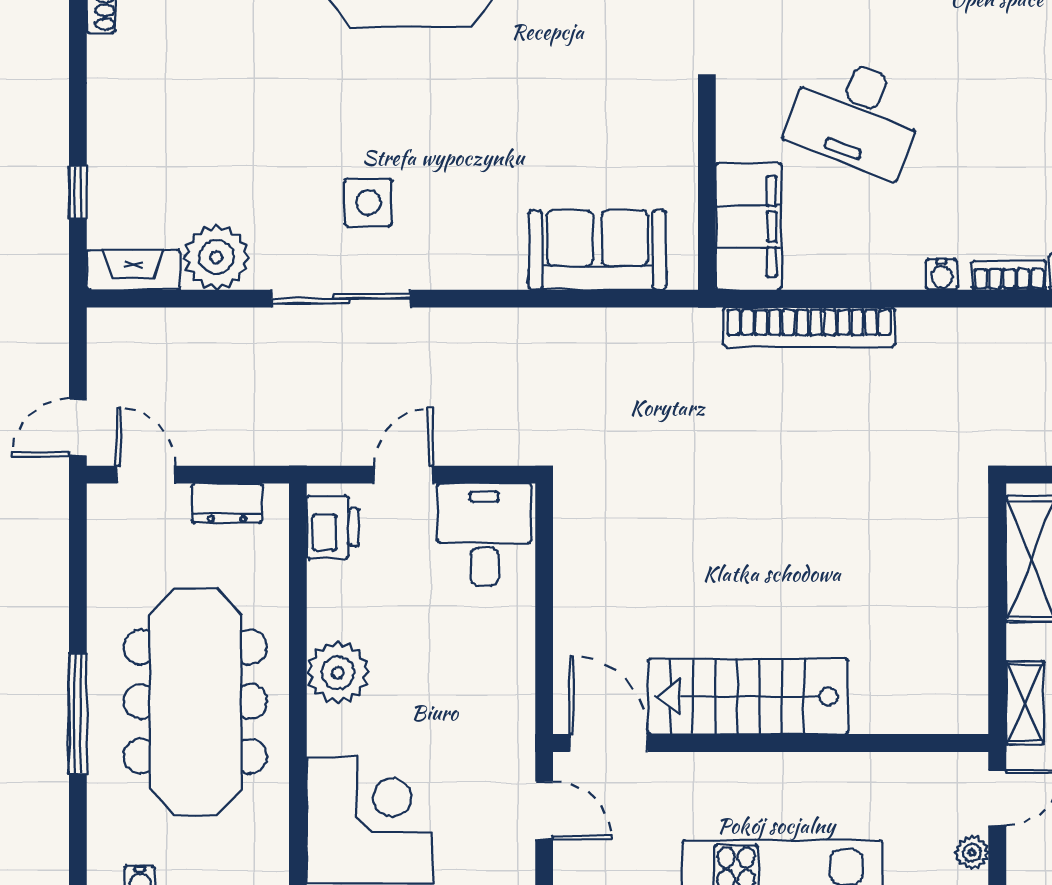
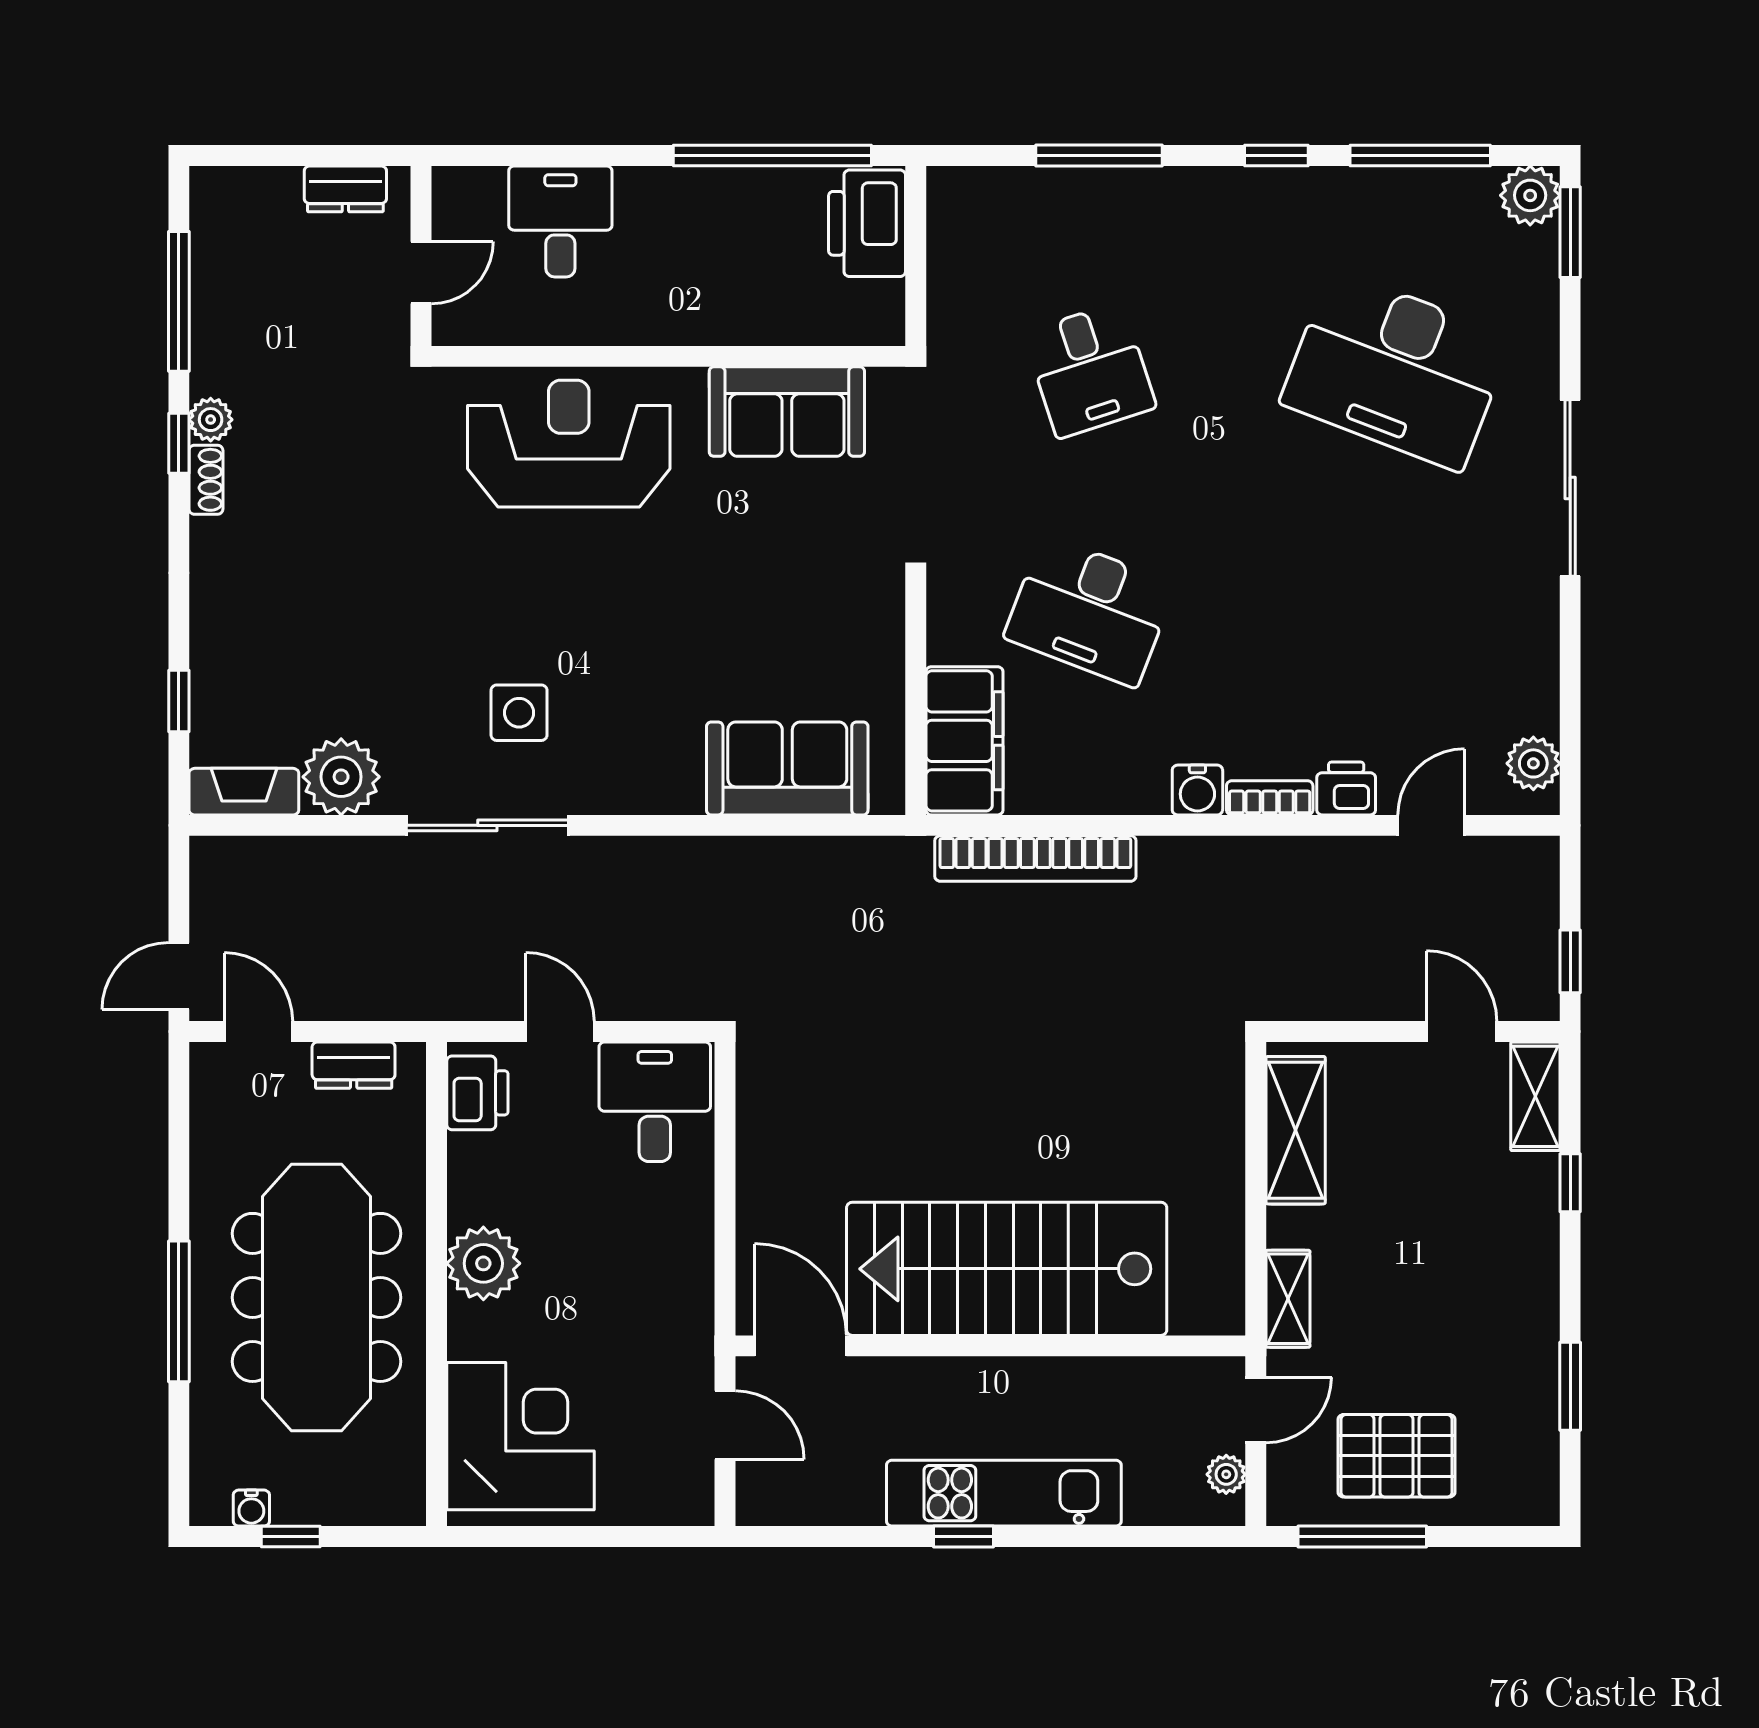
water cooler: (942, 274) -> (1197, 790), width x1.38, depth x1.38
door: (403, 475) -> (560, 1031), hinge flipped
stairs: (748, 696) -> (1007, 1269), width x1.36, depth x1.51

